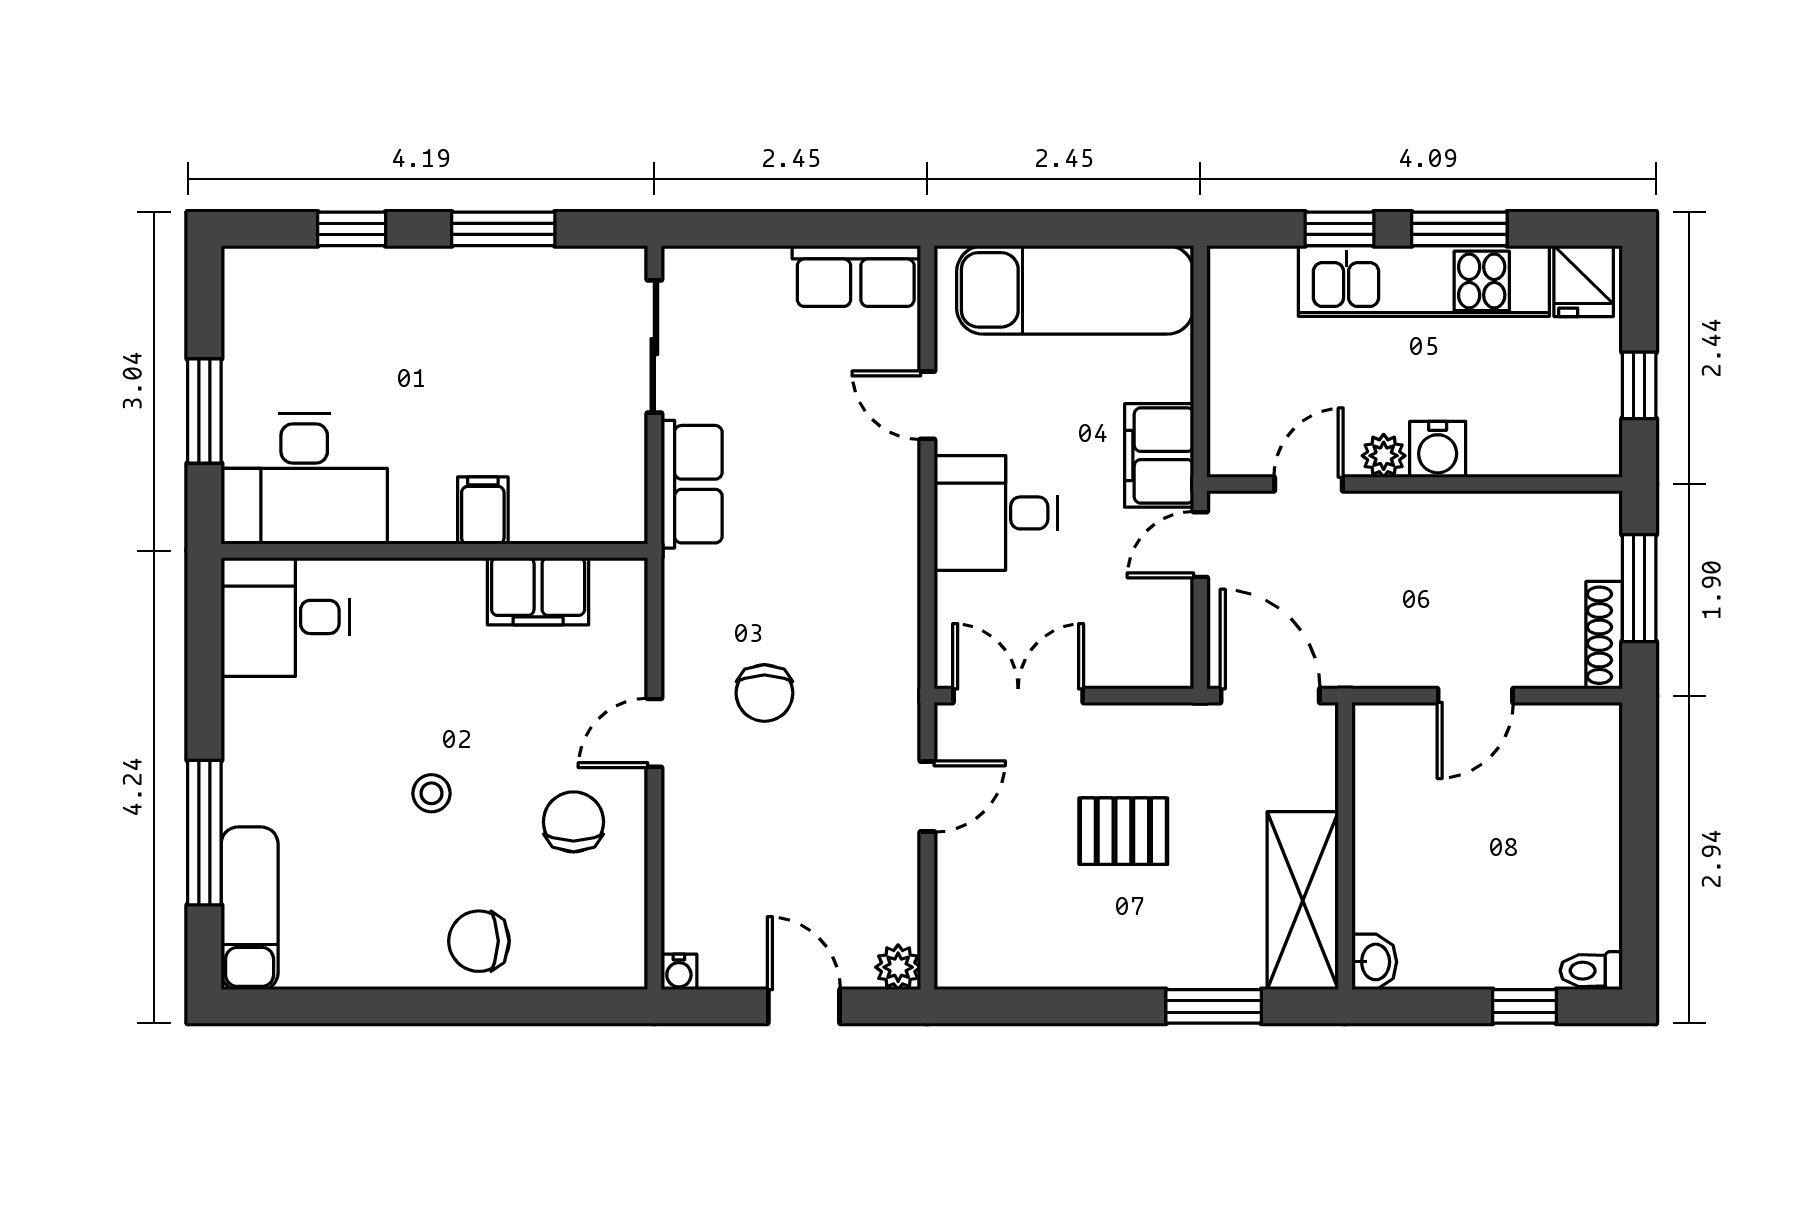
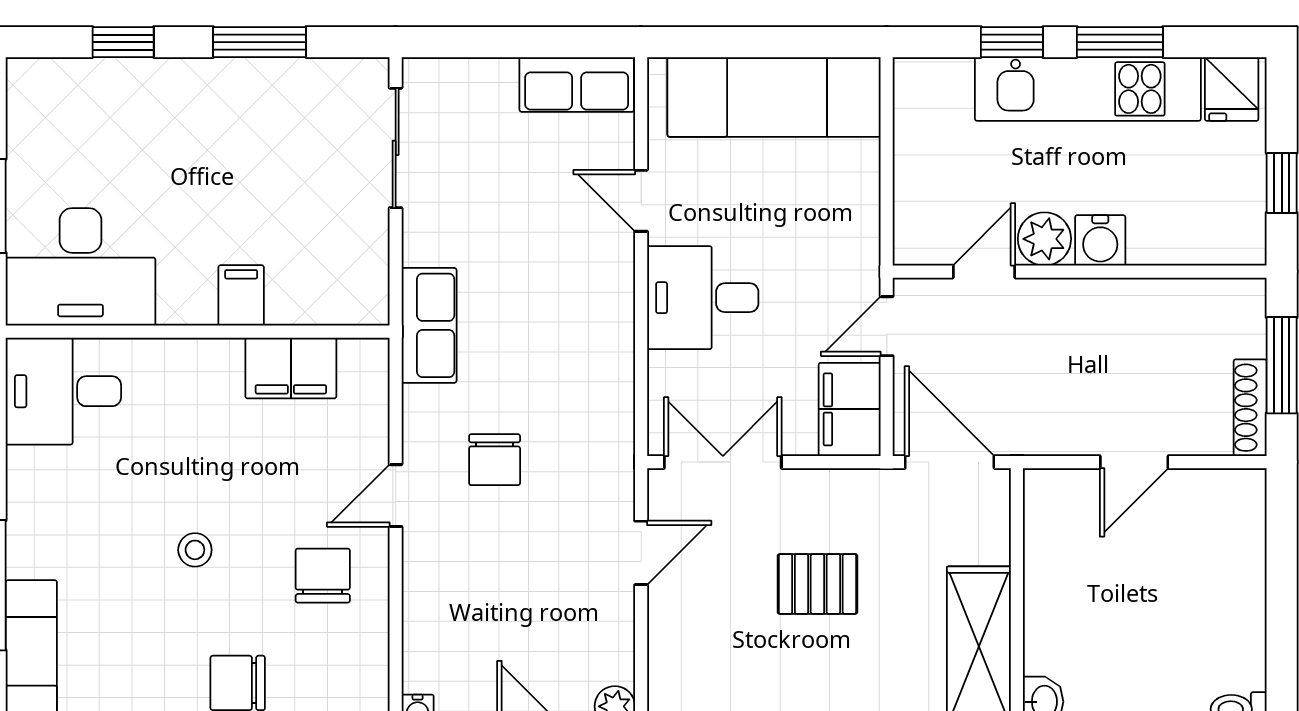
filing cabinet: (1159, 455) -> (850, 409), moved
plant: (1384, 456) -> (1044, 239), width x1.38, depth x1.38
row of seats: (692, 484) -> (429, 325), moved

